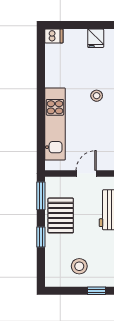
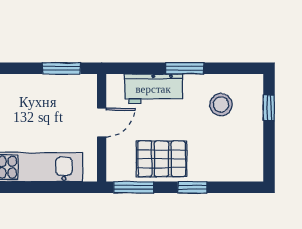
door: (86, 174) -> (102, 122), swing flipped
stool: (79, 266) -> (221, 105), moved

